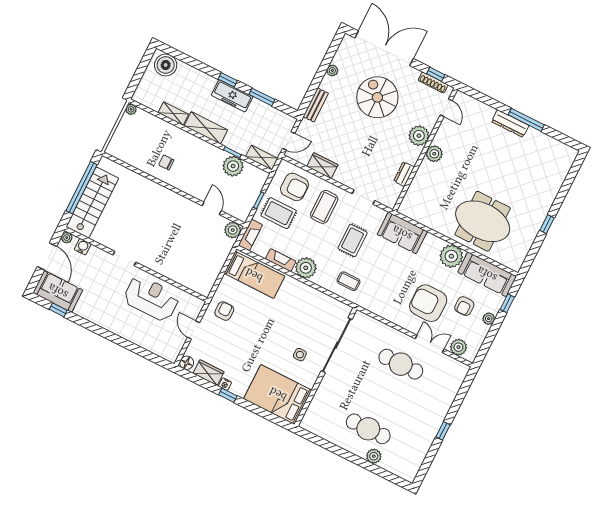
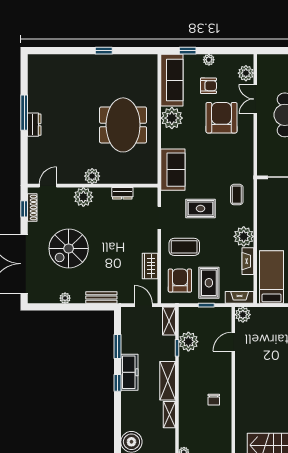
dresser: (510, 124) -> (34, 125), width x0.70
meeting table: (483, 221) -> (123, 125), moved
armchair: (428, 303) -> (221, 118), turned 180

